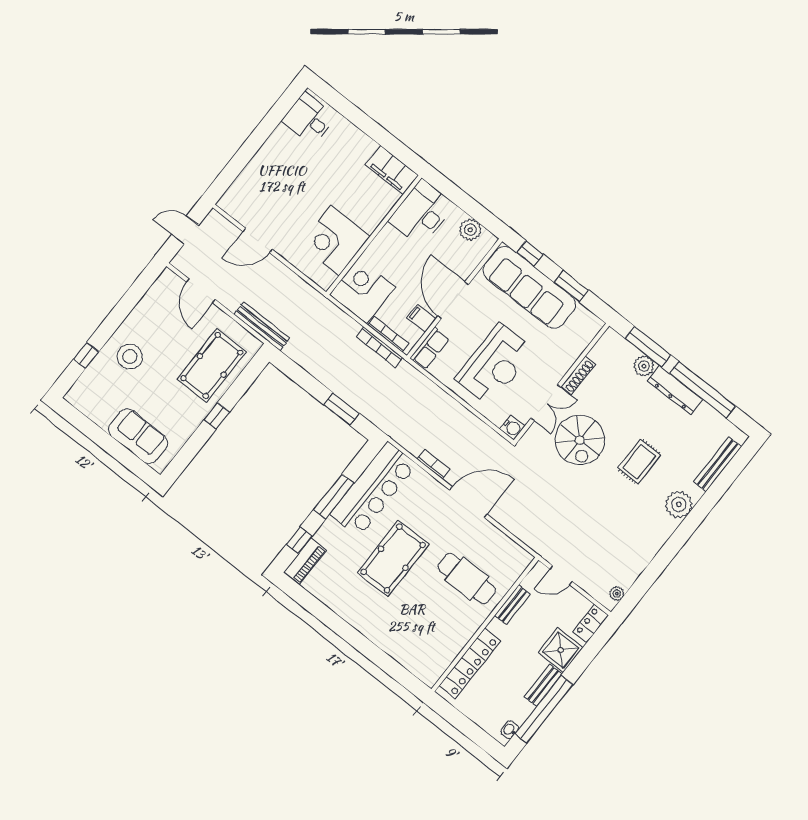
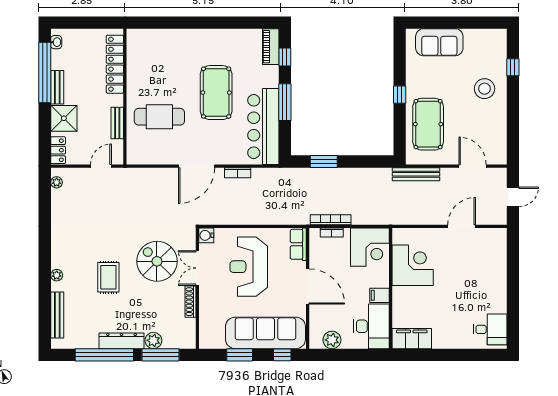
filing cabinet: (421, 318) -> (379, 295), moved, turned 180
bookcase: (388, 334) -> (332, 232), width x0.64
plant: (679, 504) -> (57, 275), width x0.53, depth x0.53

